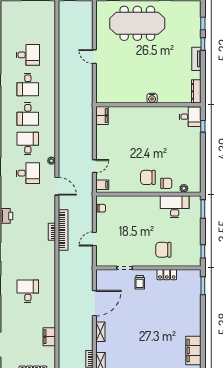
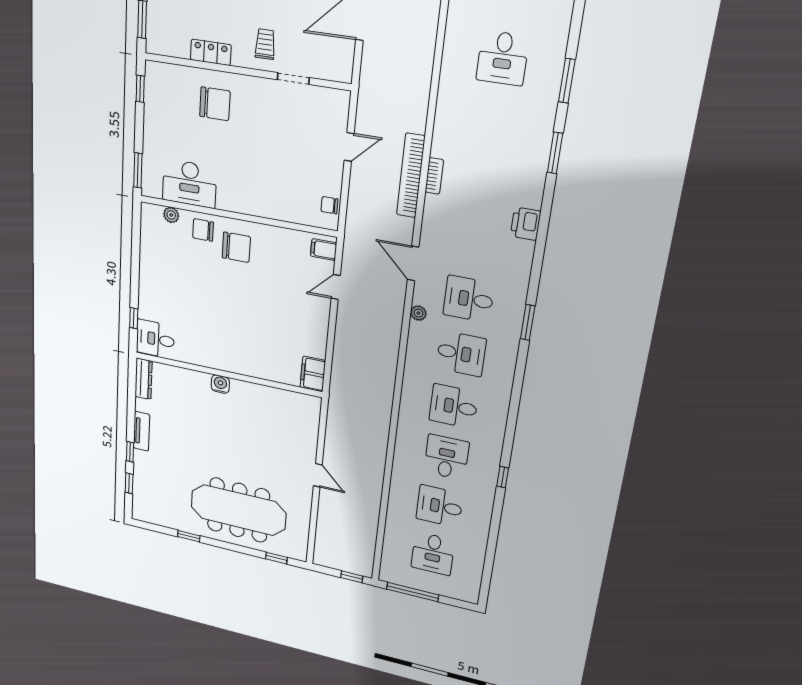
desk: (28, 25) -> (433, 554), added
desk: (28, 114) -> (454, 406), turned -90
desk: (28, 144) -> (461, 354), turned -90

